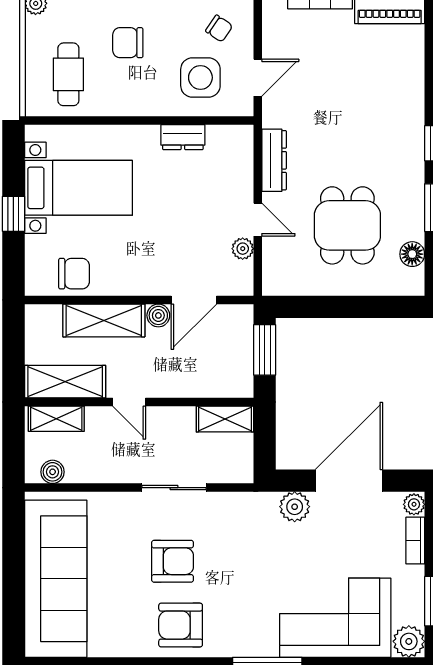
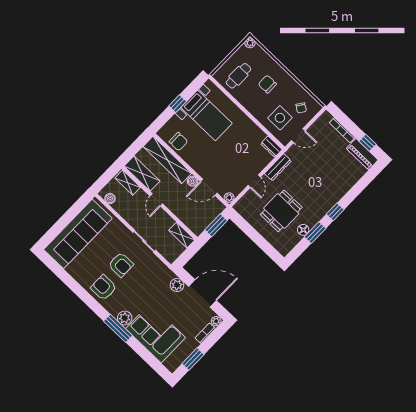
dresser: (183, 137) -> (271, 147), moved
plant: (243, 249) -> (229, 198), moved
floor lamp: (412, 254) -> (303, 230), moved
shelving: (104, 320) -> (167, 160), width x1.47
plant: (409, 641) -> (125, 318), moved

